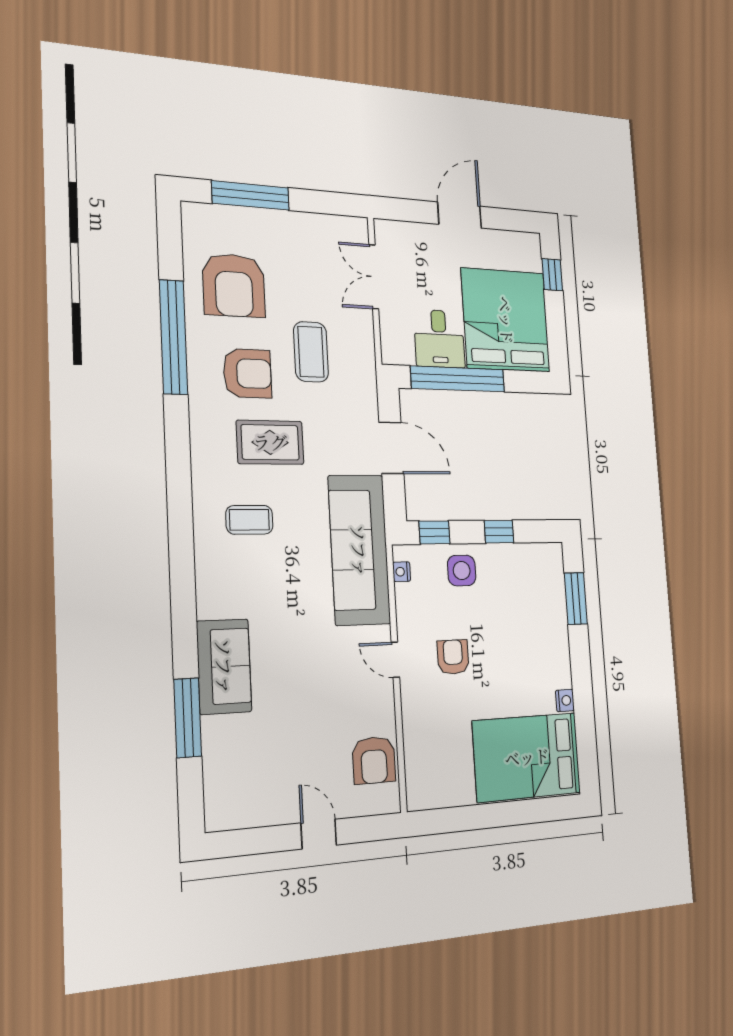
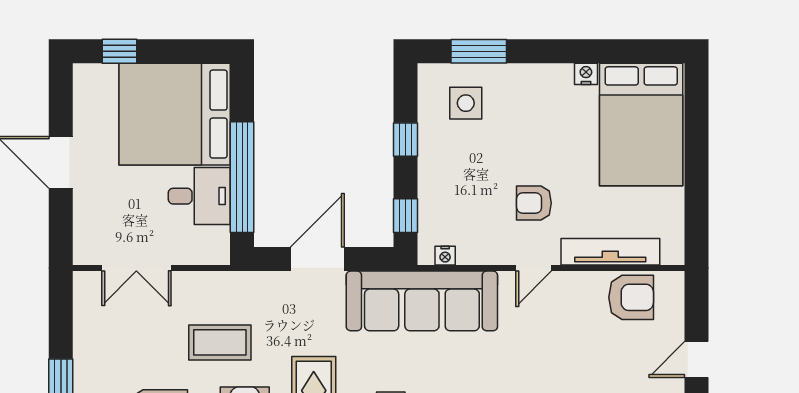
side table: (462, 571) -> (466, 103), moved
tv unit: (414, 736) -> (610, 252), added

